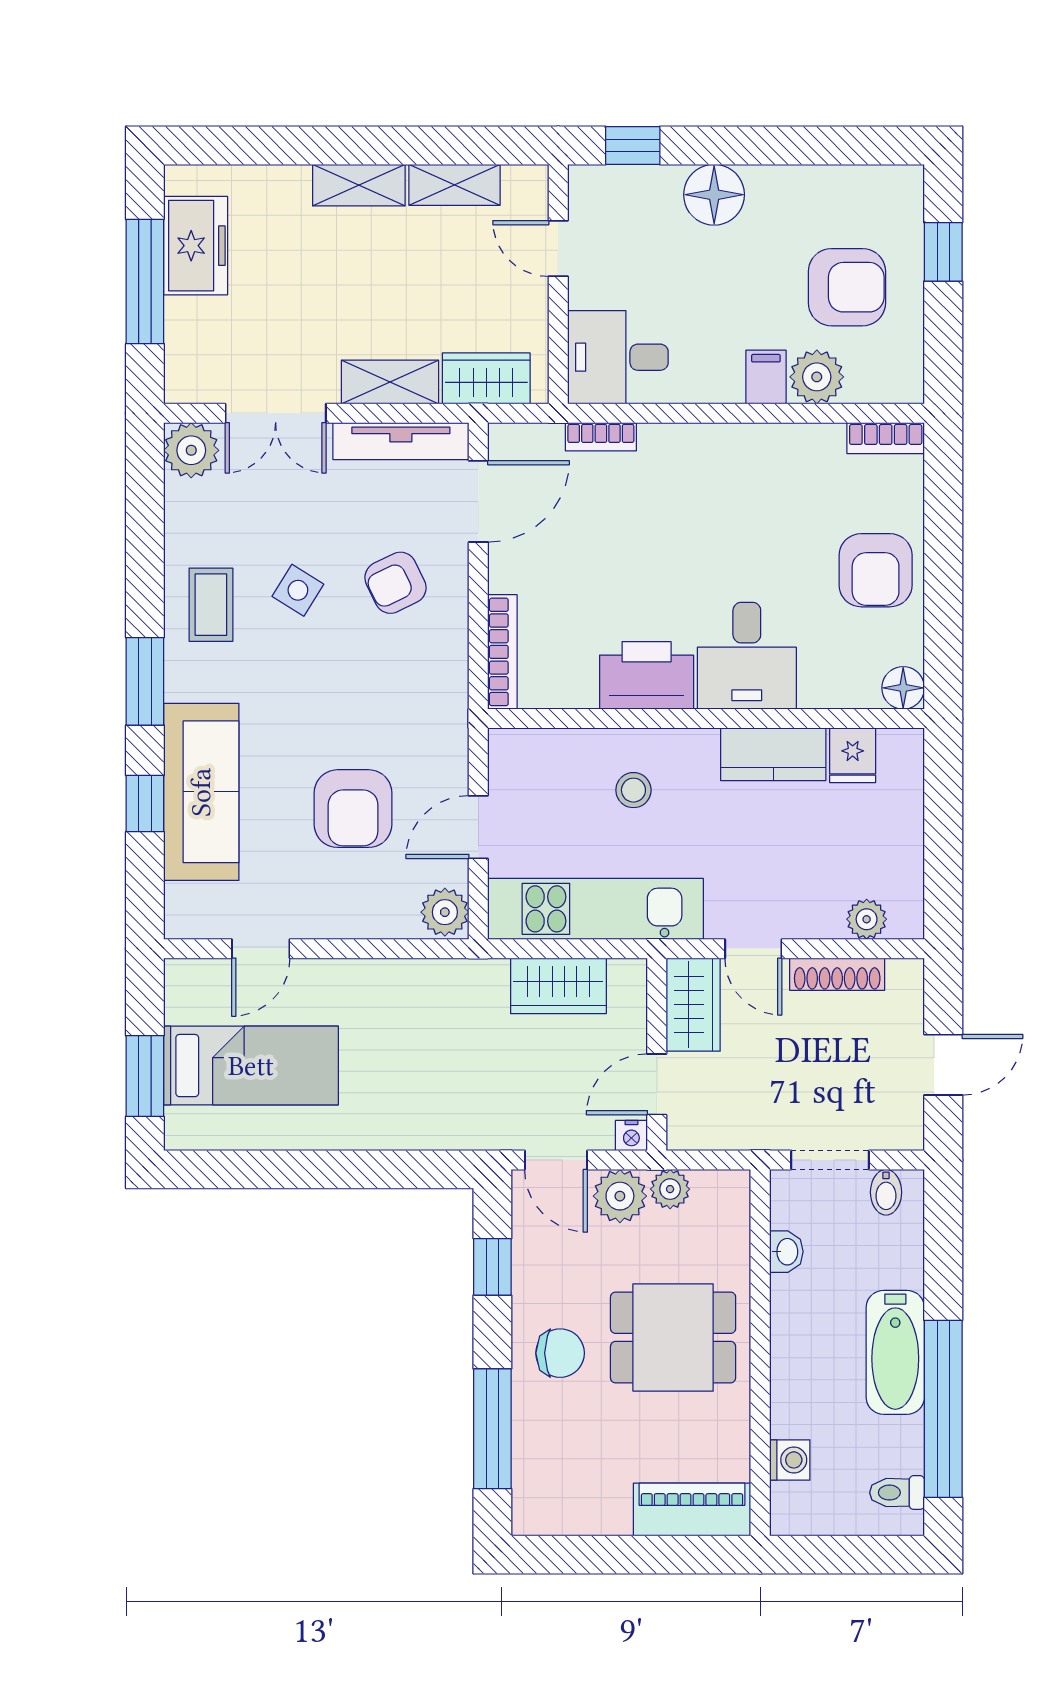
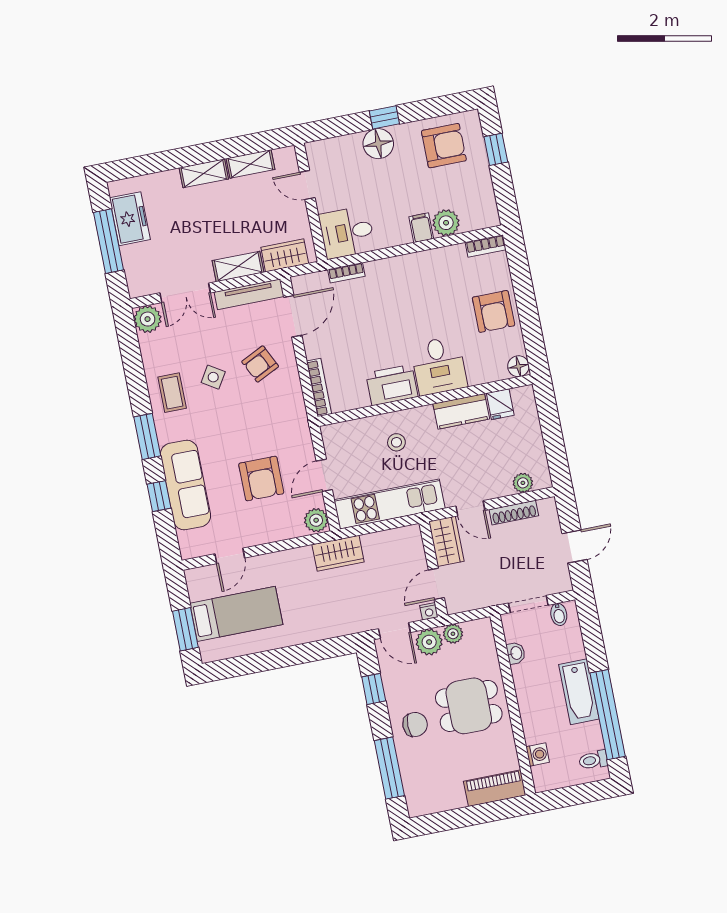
window: (633, 146) -> (384, 117), moved
armchair: (847, 287) -> (444, 146), moved
wardrobe: (558, 986) -> (338, 553), moved

